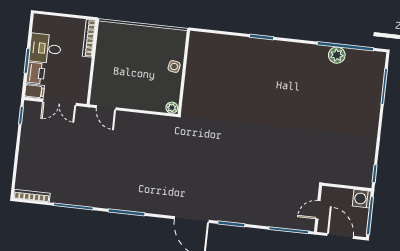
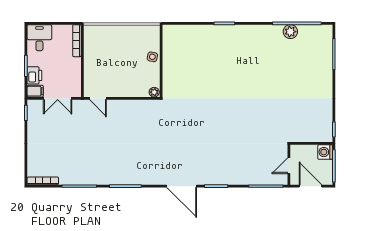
desk: (45, 48) -> (39, 38), moved, turned 90

